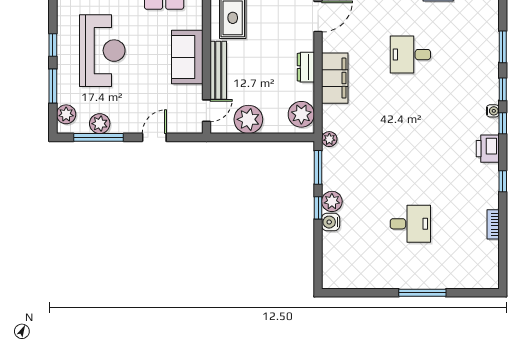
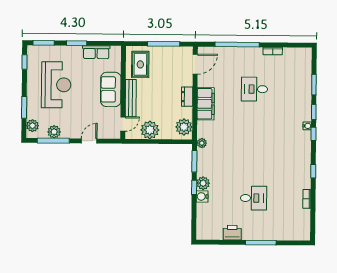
window: (53, 45) -> (25, 62), moved
printer: (488, 149) -> (232, 233), moved, turned 90

